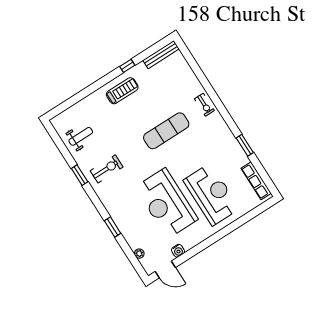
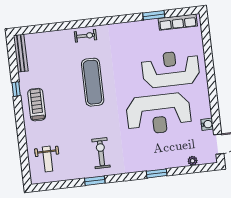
weight bench: (81, 136) -> (48, 159), moved, turned 180
window: (245, 145) -> (154, 15), moved

